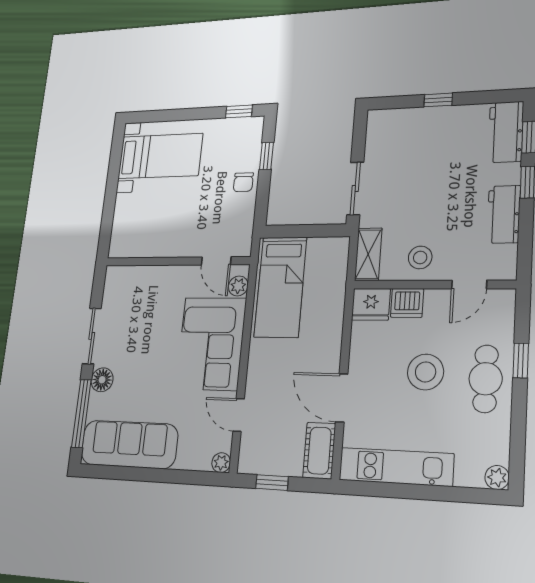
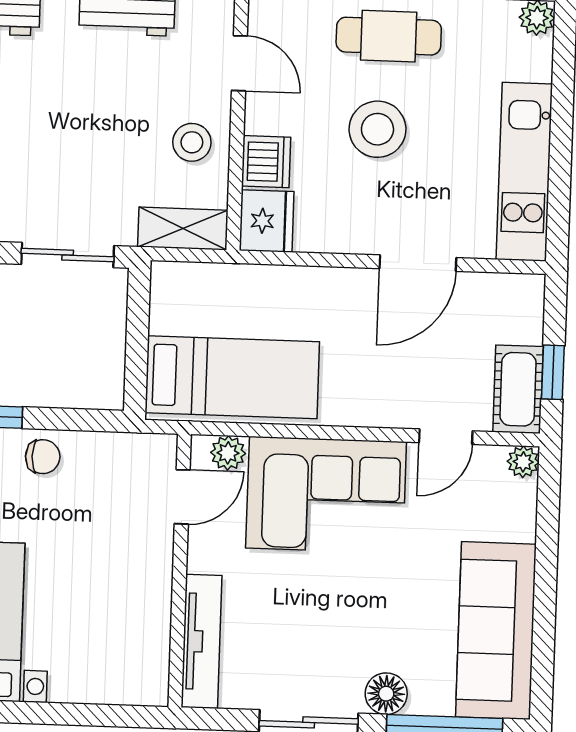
tv unit: (139, 275) -> (202, 641), added
cot: (319, 451) -> (518, 389), moved, turned 90

